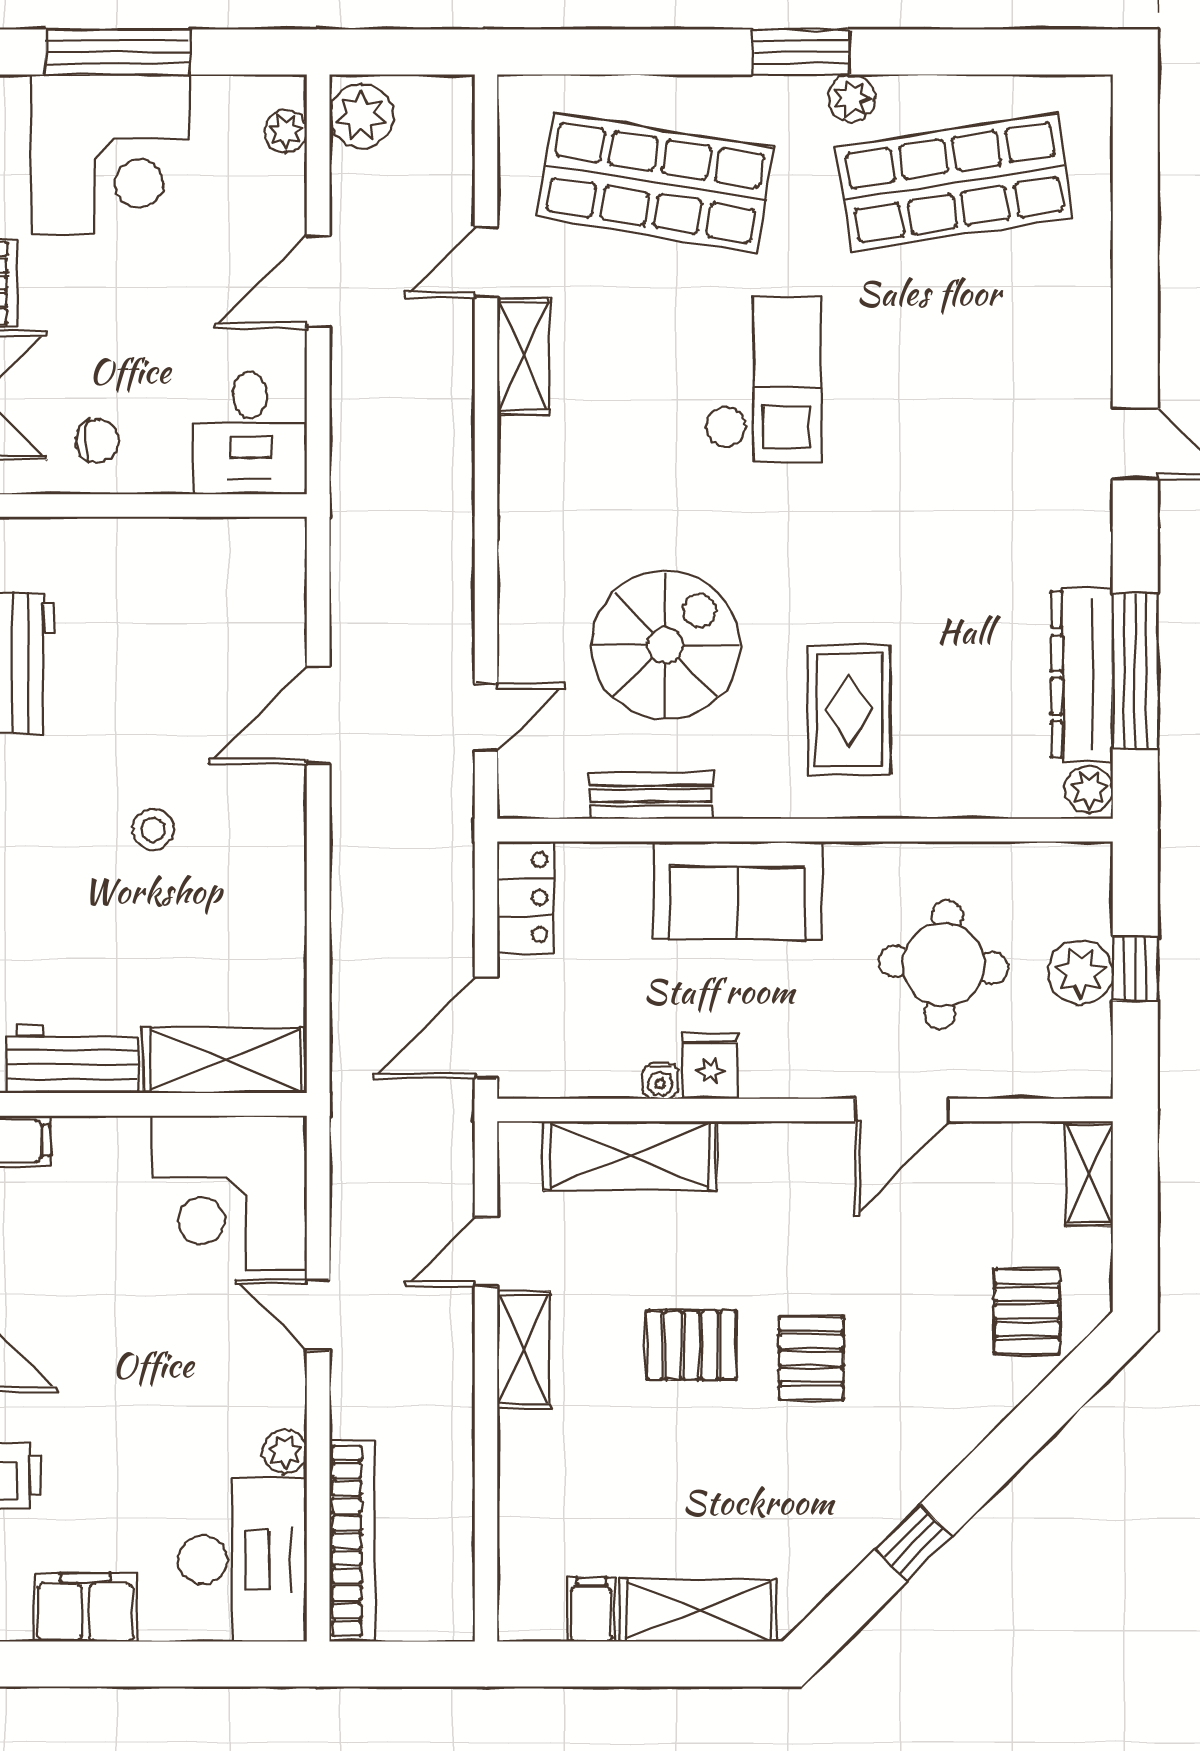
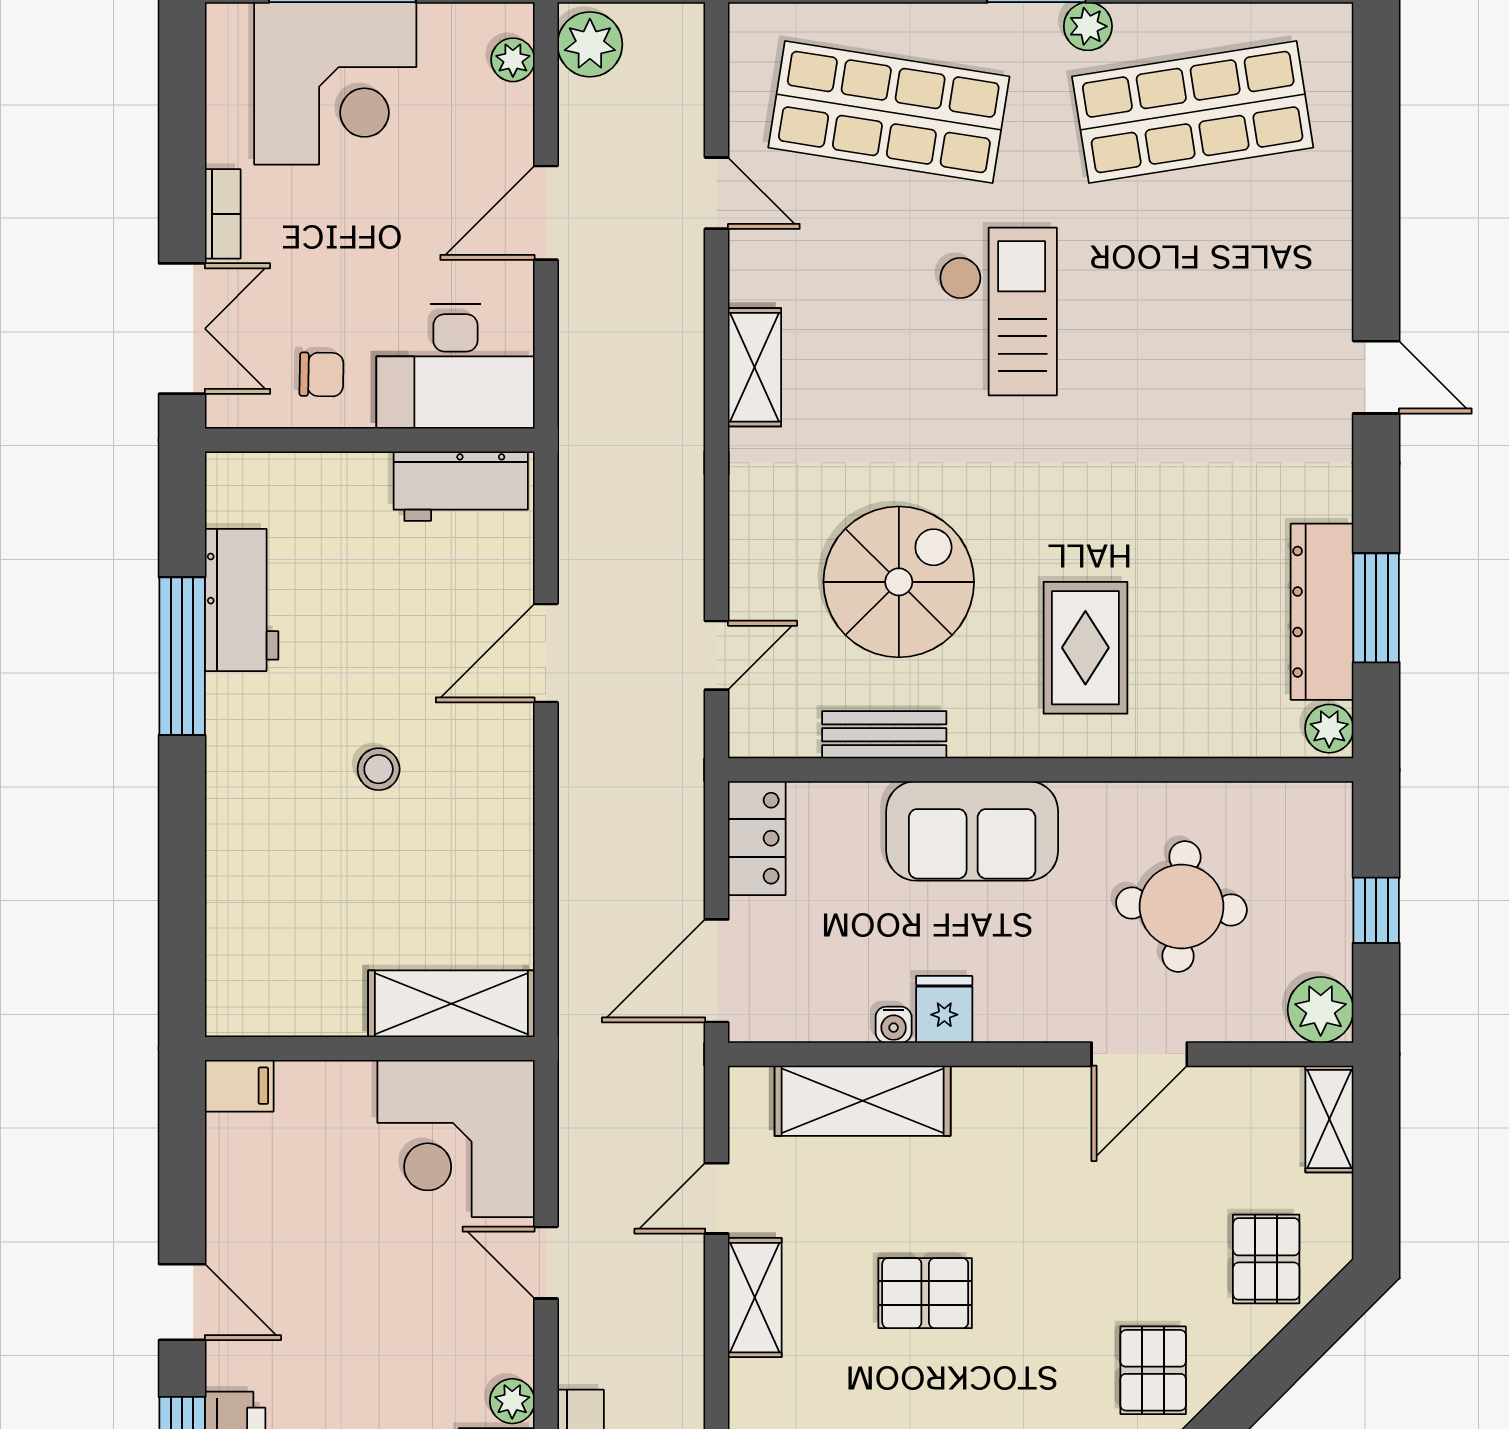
door: (486, 262) -> (717, 193), swing flipped
shelving: (523, 356) -> (755, 367), moved
desk: (250, 433) -> (455, 366), width x1.37
window: (1135, 671) -> (1376, 608), width x0.69
plant: (1081, 972) -> (1321, 1010), moved
workbench: (72, 1059) -> (461, 486), moved, turned 180
pallet: (811, 1358) -> (1153, 1370), moved

